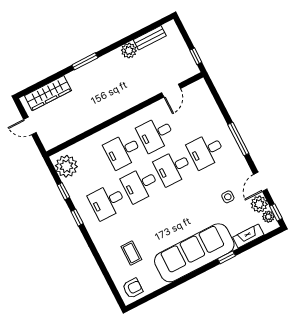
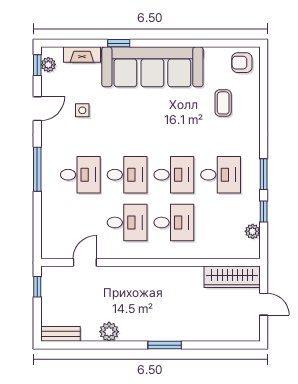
bench: (150, 38) -> (60, 334), moved
wardrobe: (48, 93) -> (232, 277), moved, turned 180
plant: (66, 166) -> (253, 231), width x0.53, depth x0.53
plant: (259, 204) -> (51, 84), removed
window: (77, 218) -> (264, 174), width x1.50

